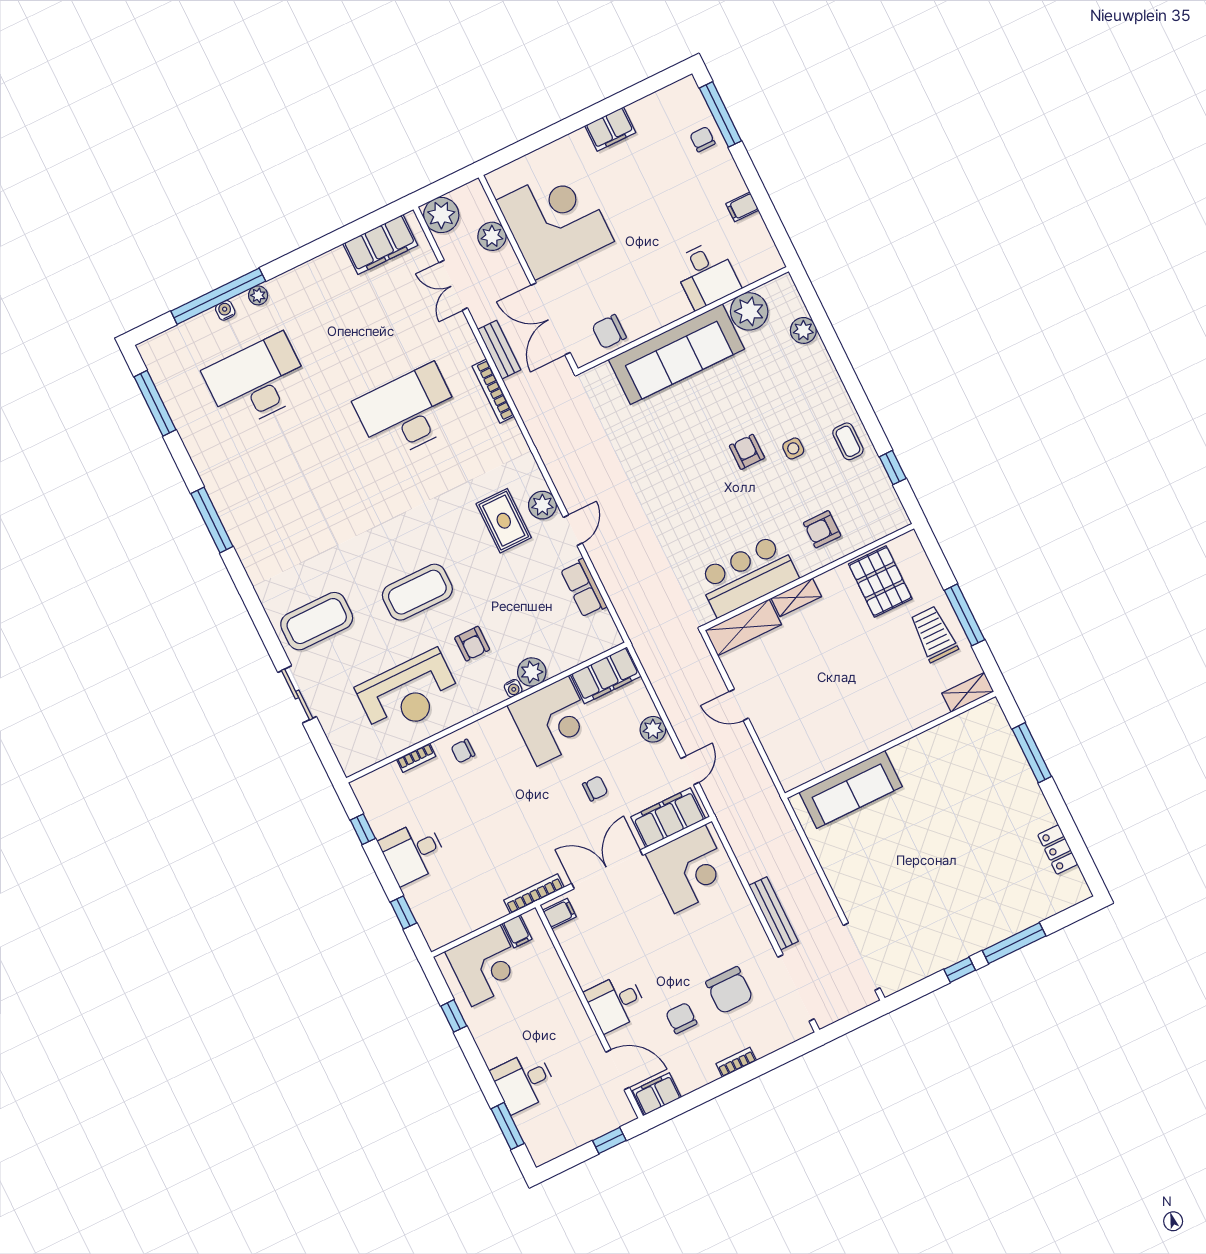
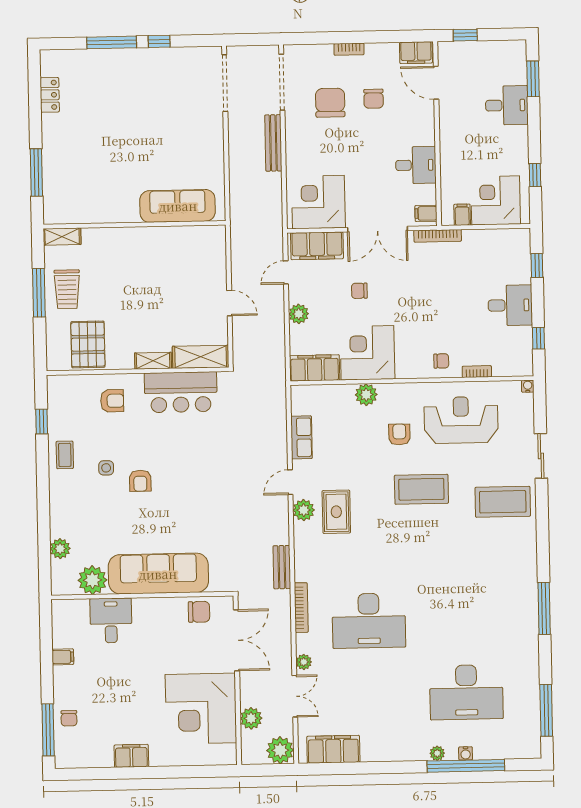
plant: (461, 330) -> (304, 662), added
bench: (499, 350) -> (282, 567), moved
water cooler: (513, 688) -> (528, 386), moved
desk: (616, 1002) -> (416, 165), moved

